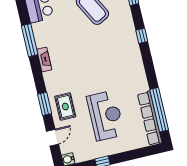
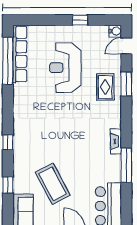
window: (45, 104) -> (126, 84), moved
door: (53, 138) -> (126, 46), moved

